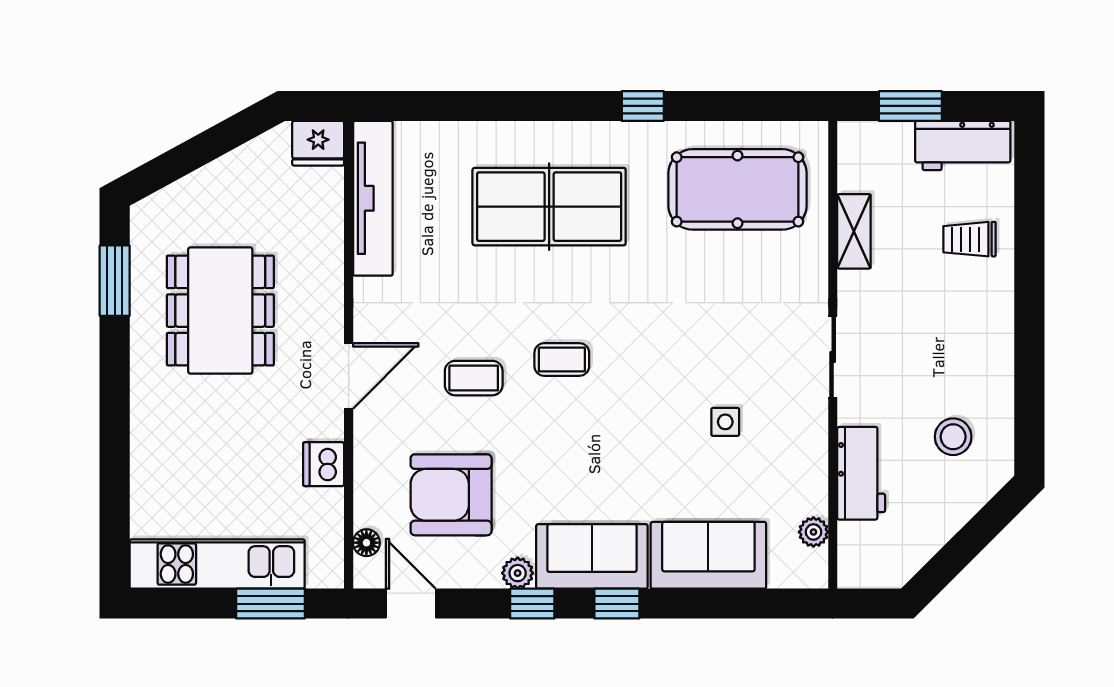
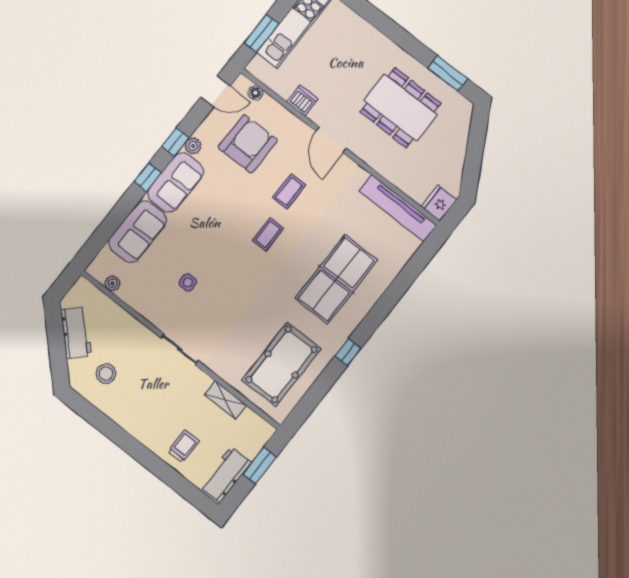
workbench: (861, 473) -> (76, 333), moved, turned -135

